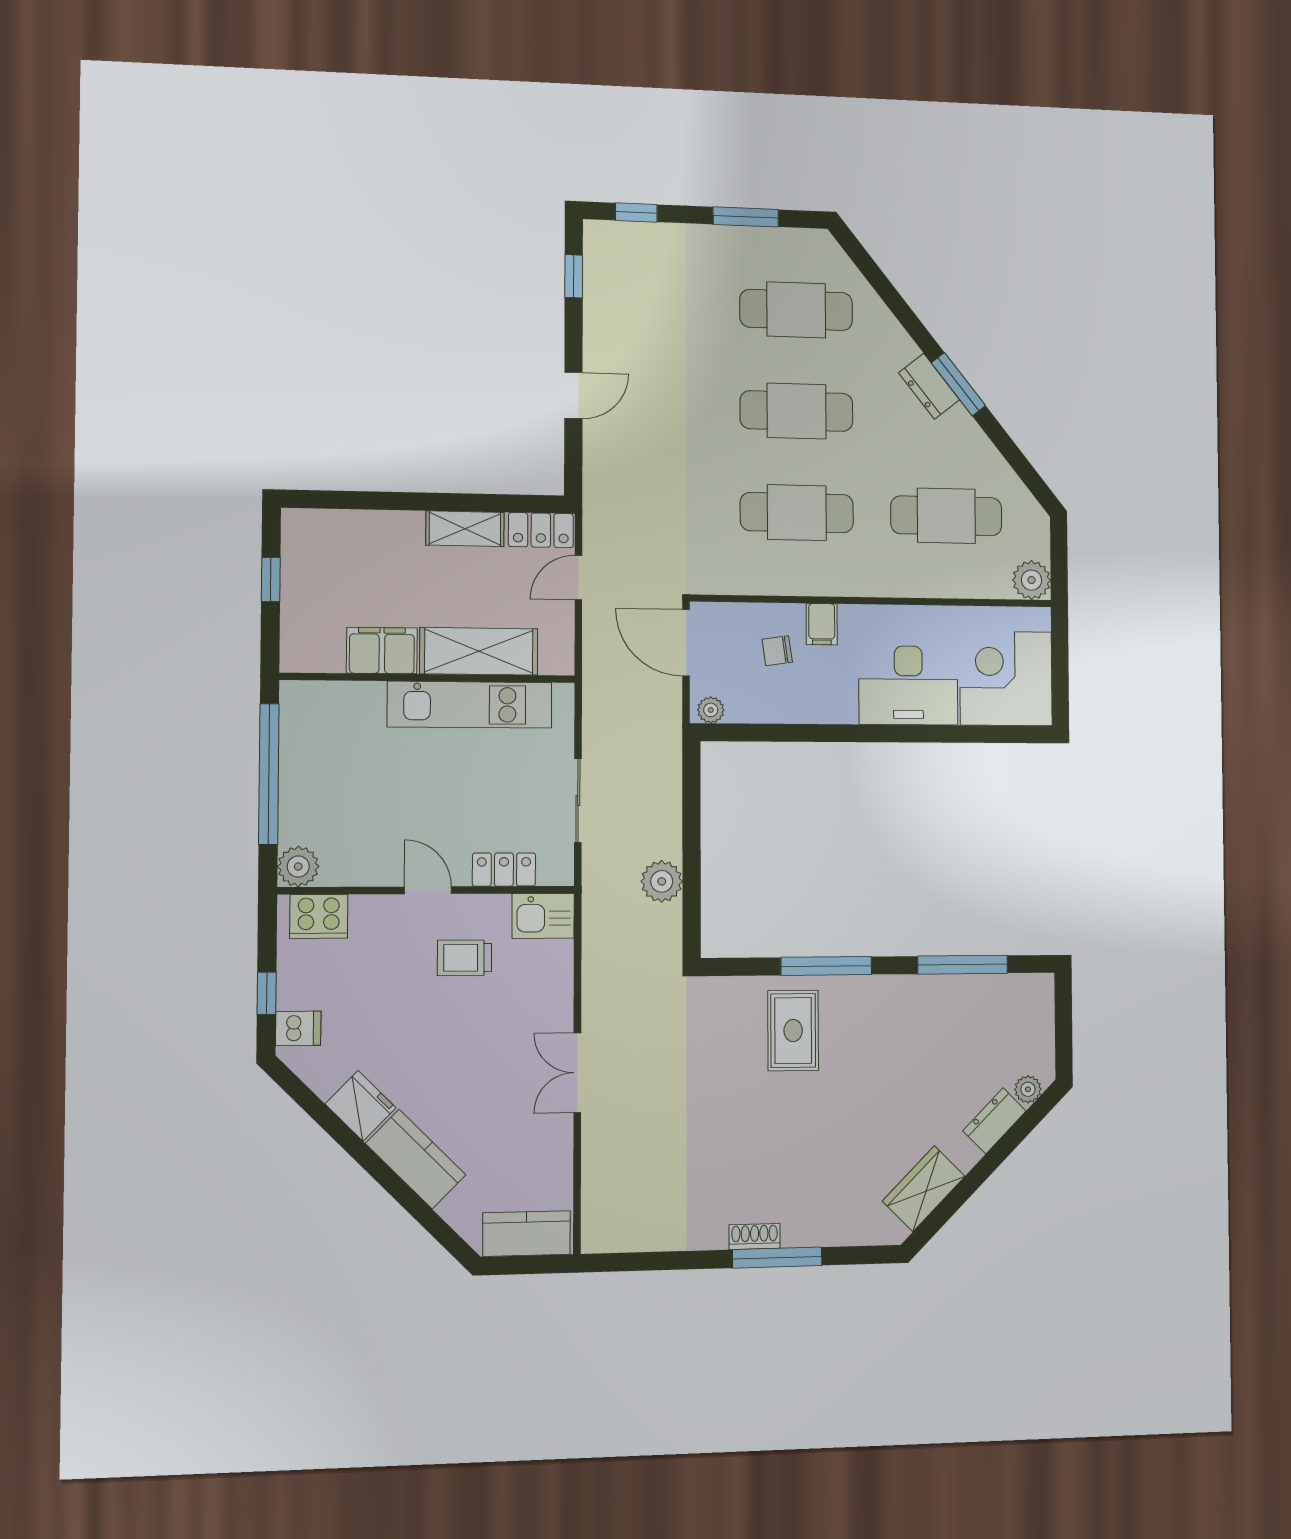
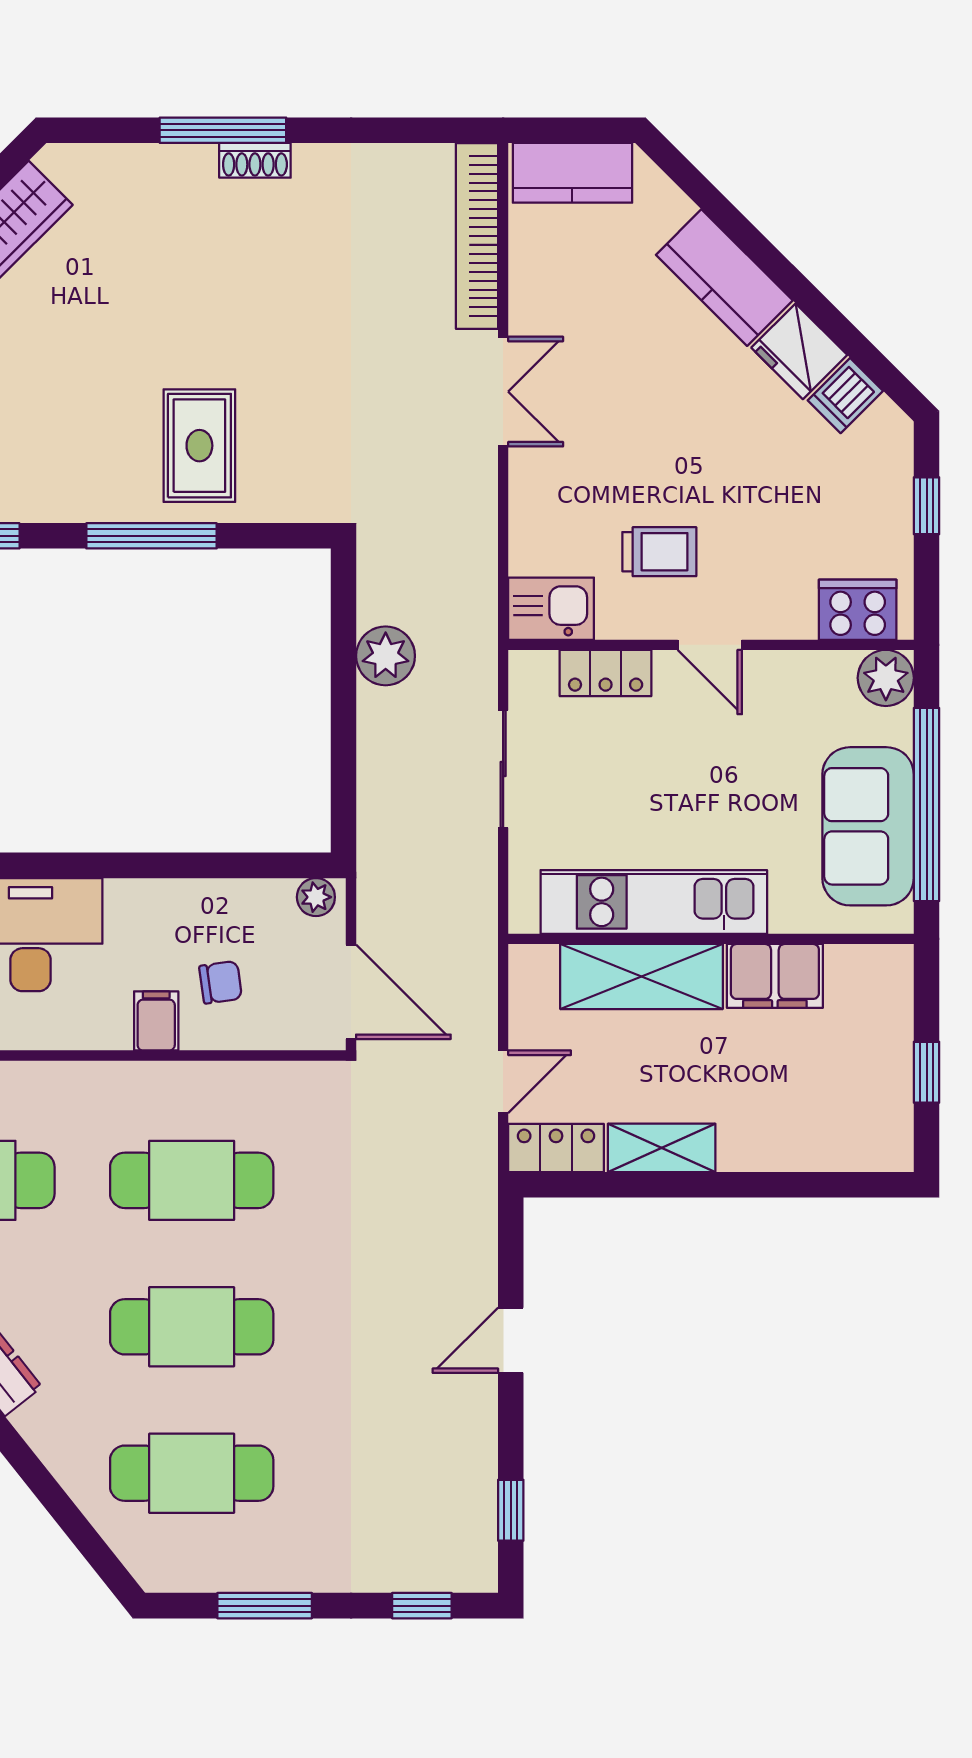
sofa: (312, 758) -> (868, 826), added
dishwasher: (298, 1028) -> (845, 396), moved, turned -45
bookcase: (596, 1186) -> (477, 236), added

